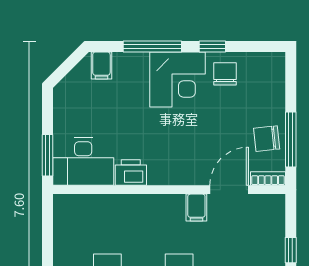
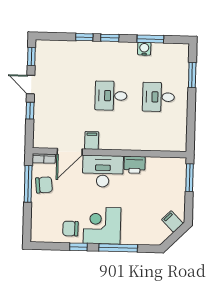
filing cabinet: (101, 66) -> (172, 222), moved, turned -45
chair: (225, 74) -> (70, 229), turned 90
desk: (83, 162) -> (103, 171), moved

